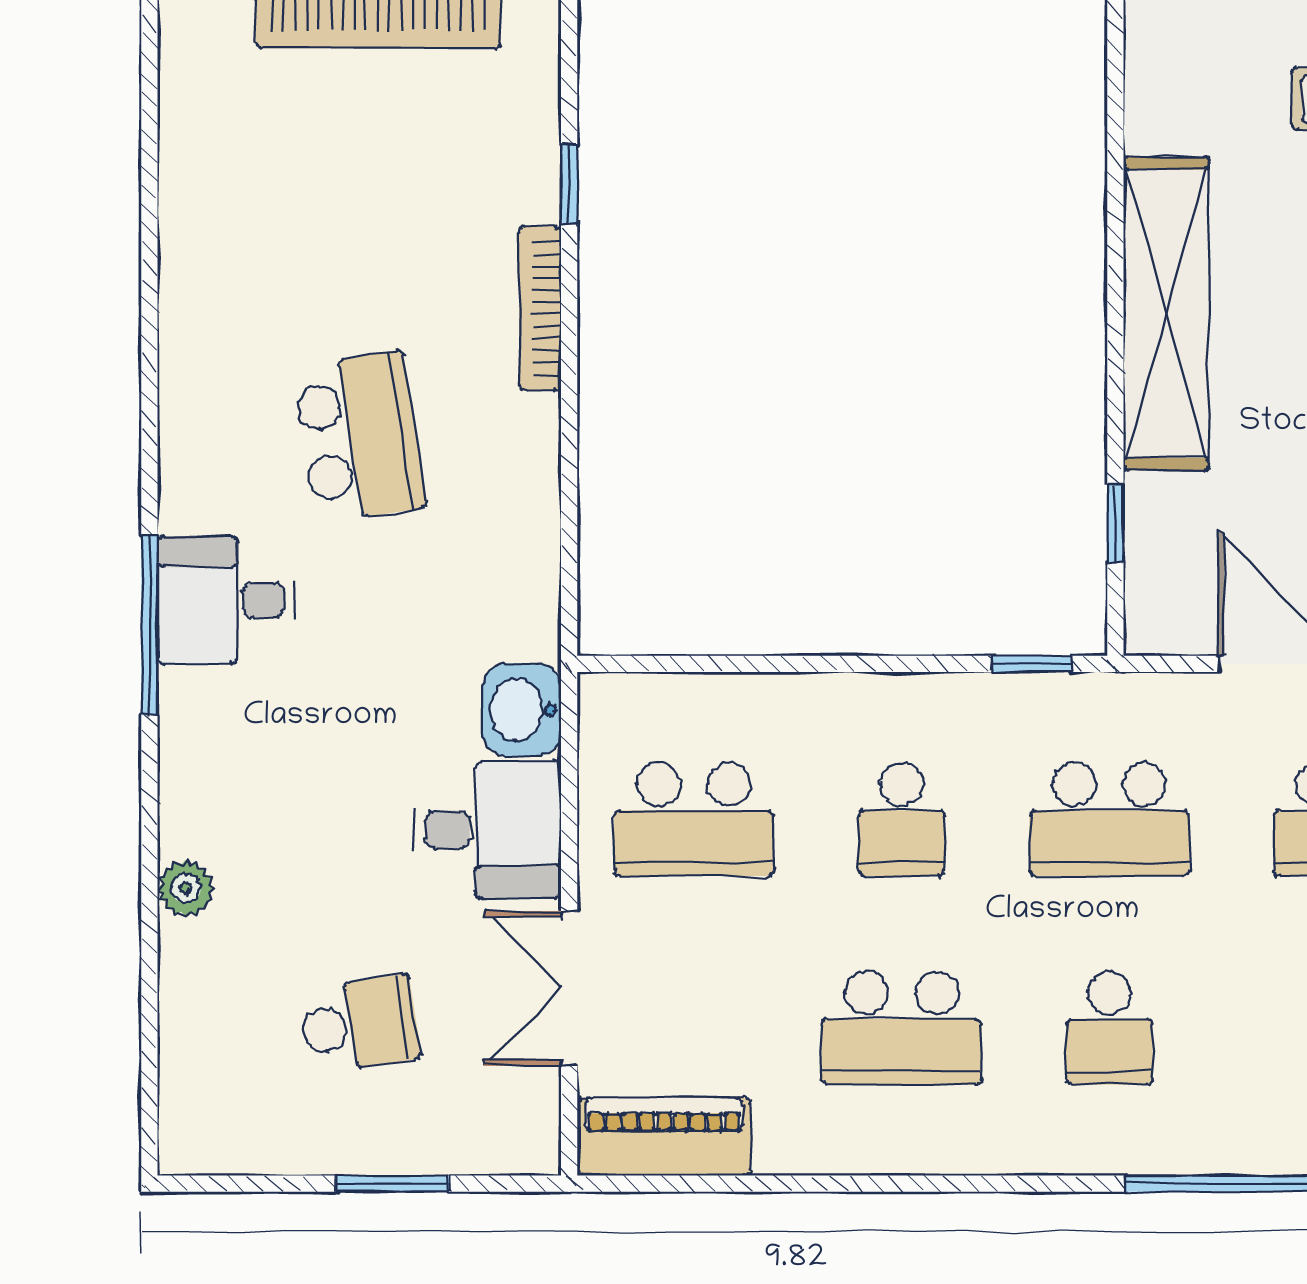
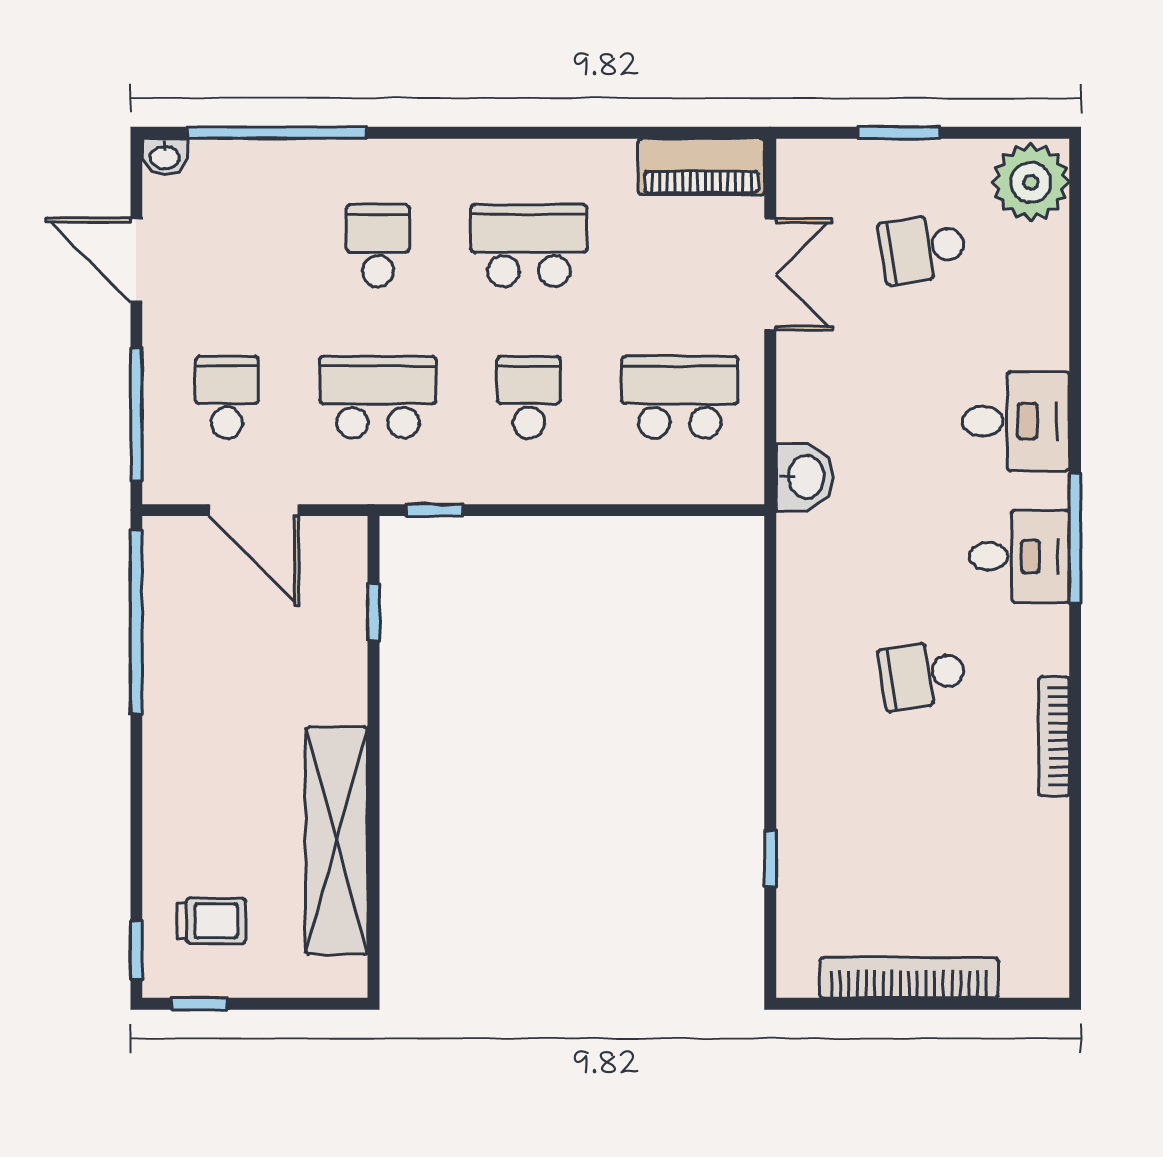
bookcase: (540, 309) -> (1054, 736), moved, turned 180
shelving: (1166, 314) -> (337, 840), moved
school desk: (359, 437) -> (923, 675), width x0.54
desk: (487, 830) -> (1016, 421), moved, turned 180
plant: (186, 888) -> (1031, 182), moved, width x1.87, depth x1.87

